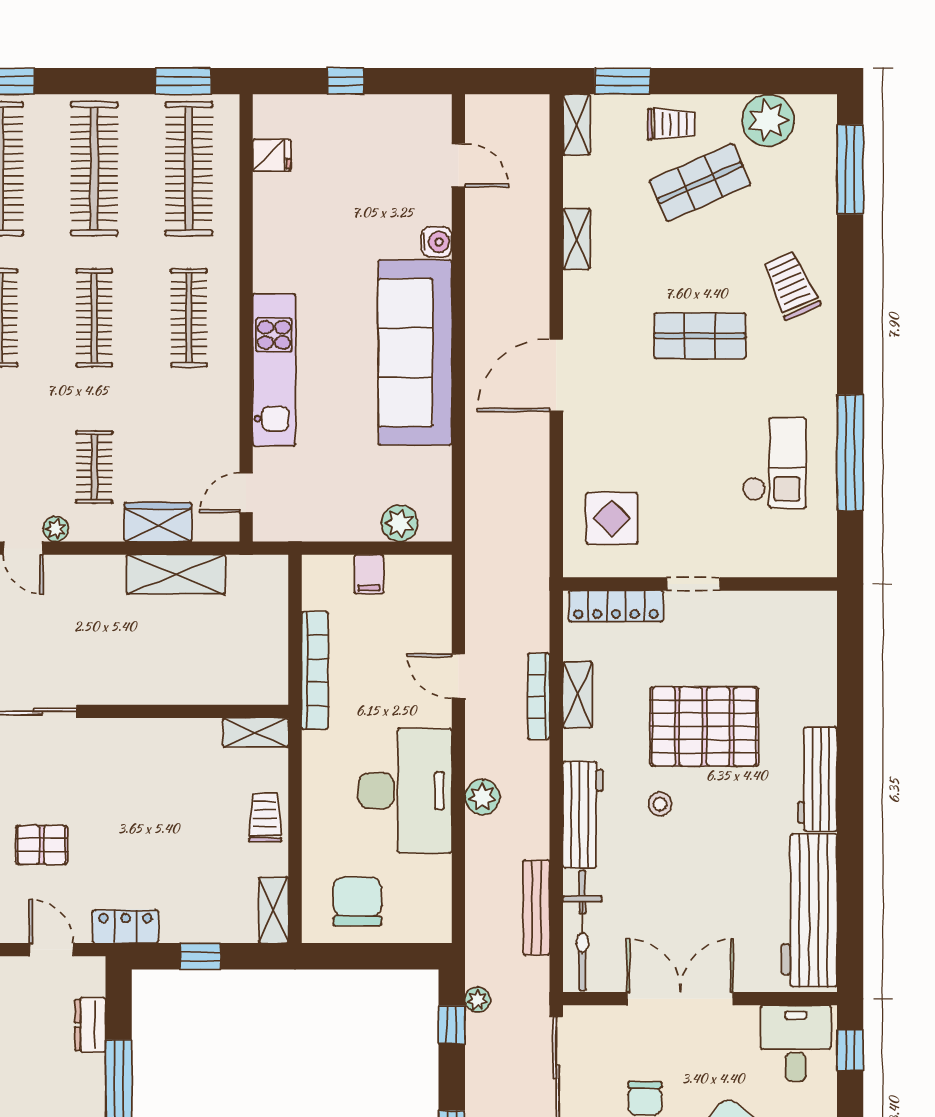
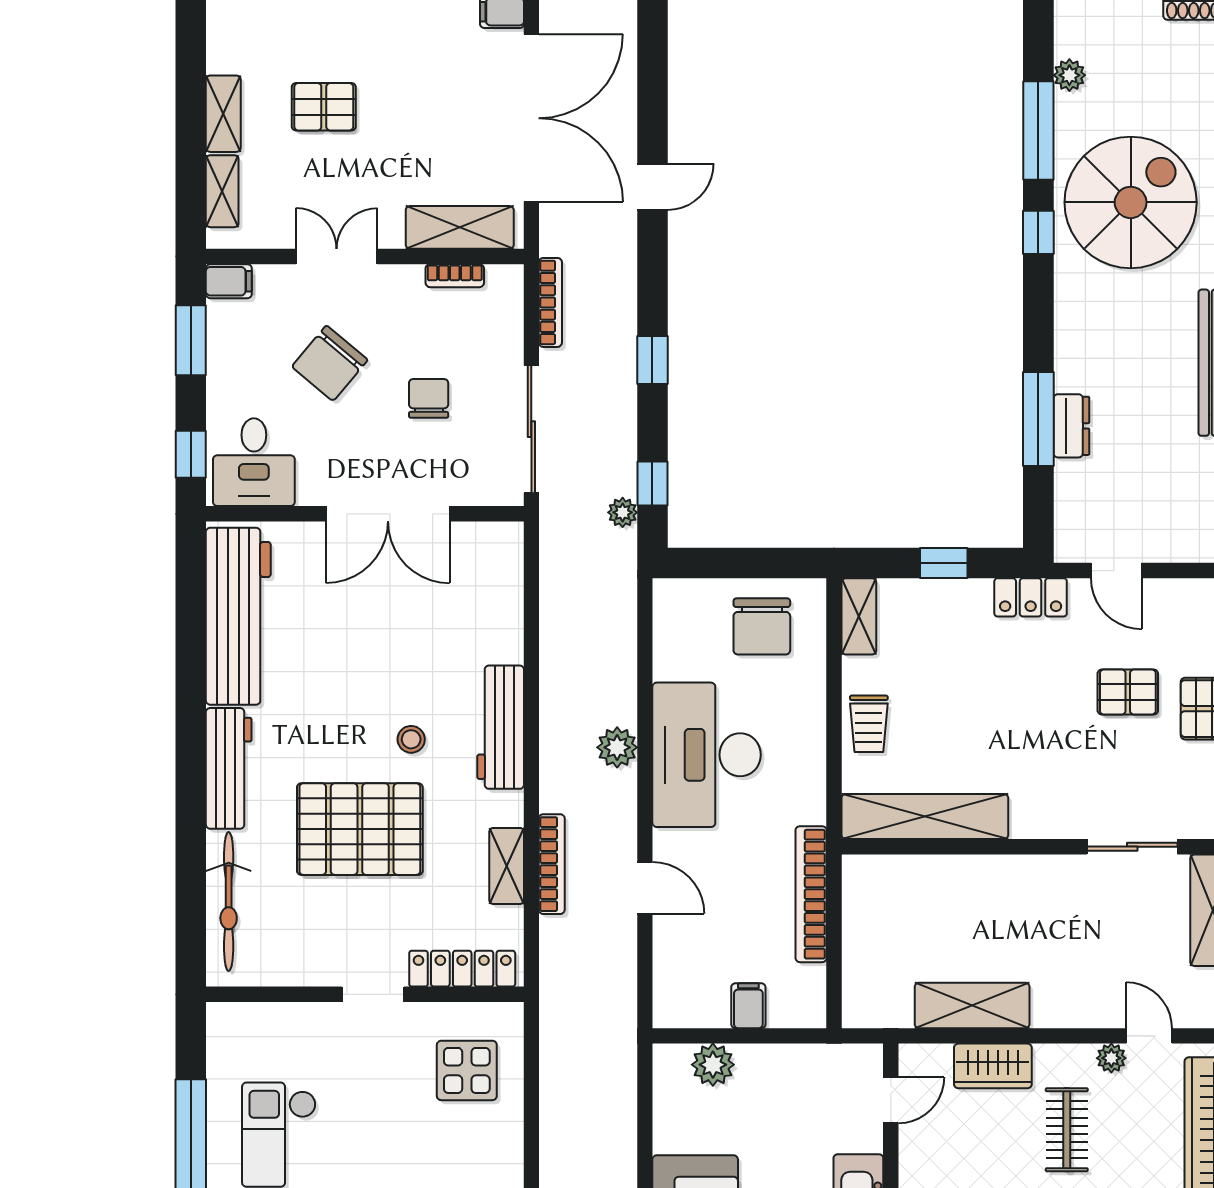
shelving: (256, 733) -> (925, 816), width x2.20, depth x1.33
bench: (536, 907) -> (554, 619), removed
bicycle: (582, 931) -> (229, 901), moved, turned 180
dresser: (90, 1025) -> (1071, 426), moved

